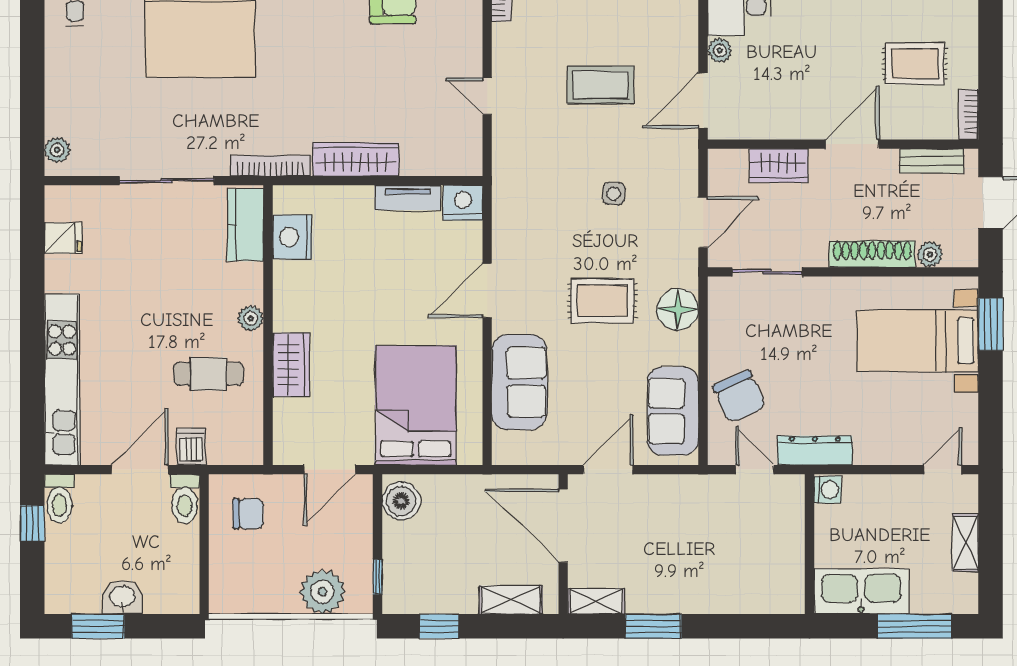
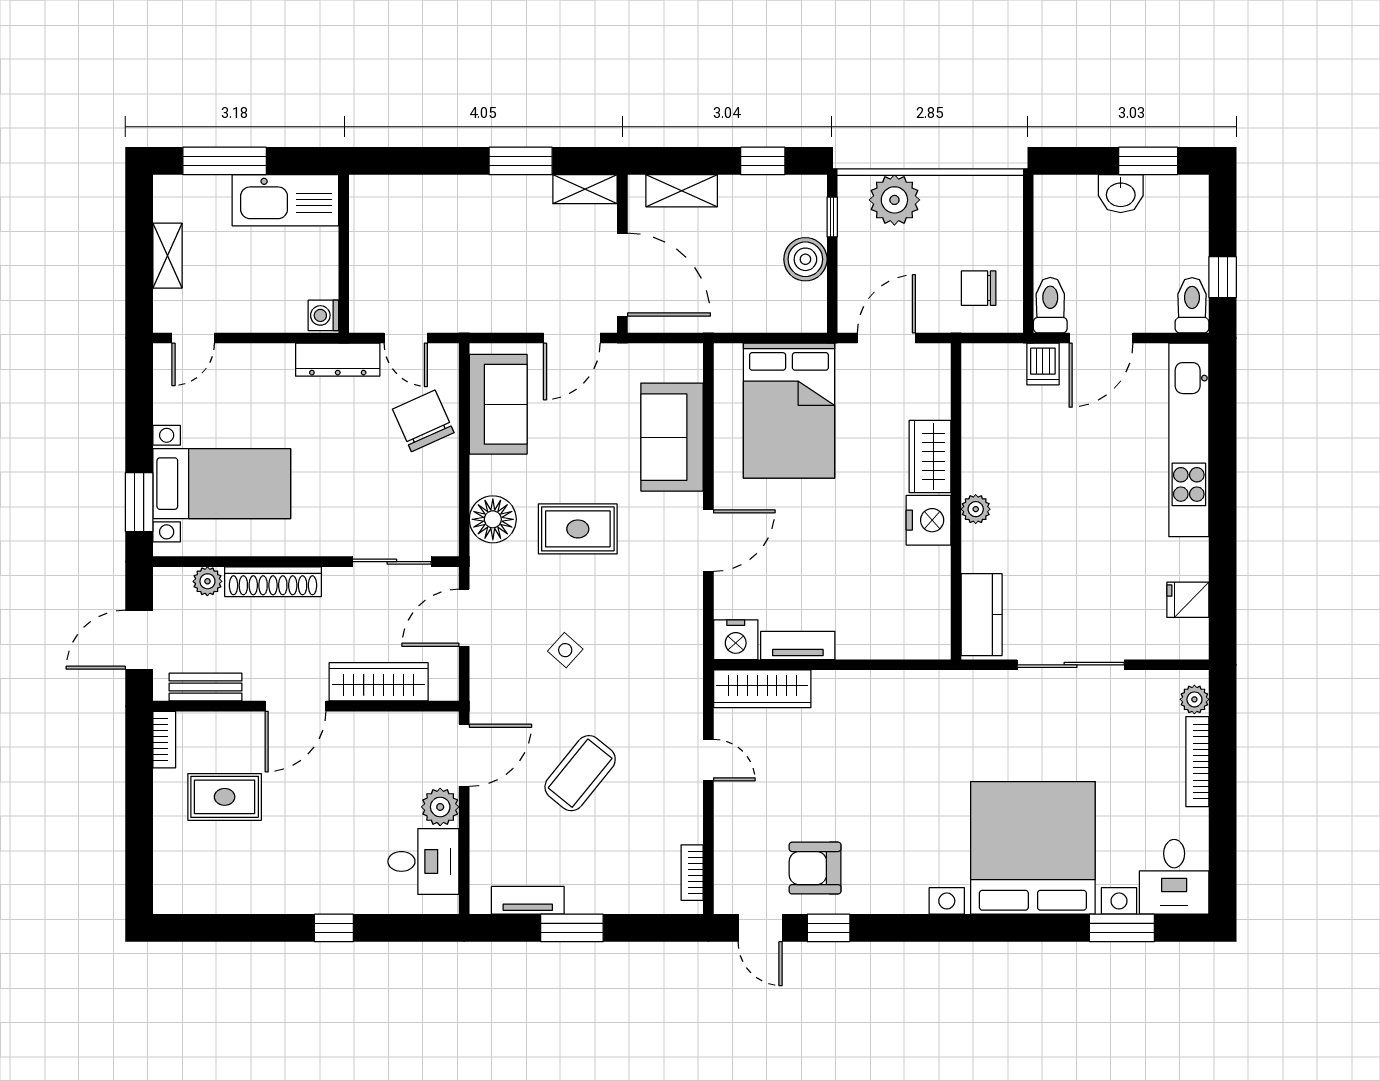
plant: (720, 50) -> (440, 807), width x1.38, depth x1.38
coffee table: (600, 85) -> (580, 773), turned -51
wardrobe: (356, 159) -> (762, 689), moved
bookcase: (270, 166) -> (1197, 762), moved, turned 90
wardrobe: (779, 166) -> (379, 682), width x1.50
side table: (614, 194) -> (565, 650), turned 38
nightstand: (292, 237) -> (929, 520), moved
cafe table: (208, 374) -> (1023, 446), removed
boiler: (401, 501) -> (805, 259), moved

